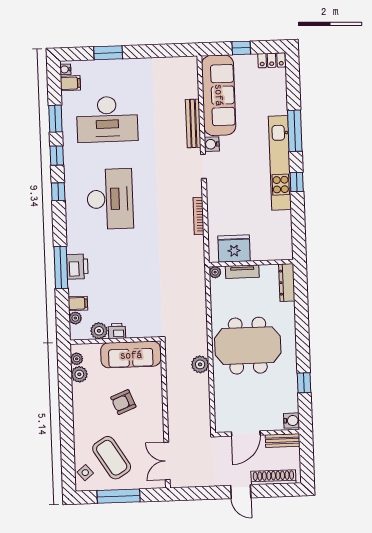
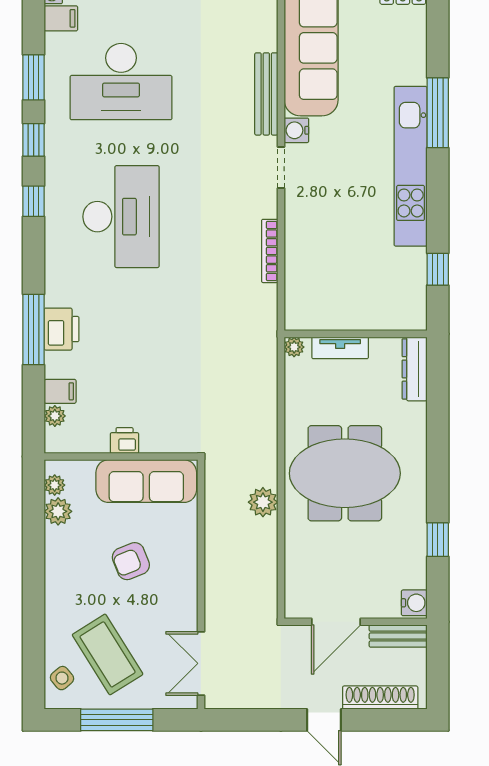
window: (297, 182) -> (438, 269), moved
fridge: (234, 249) -> (328, 308), removed
plant: (99, 331) -> (94, 439), removed

